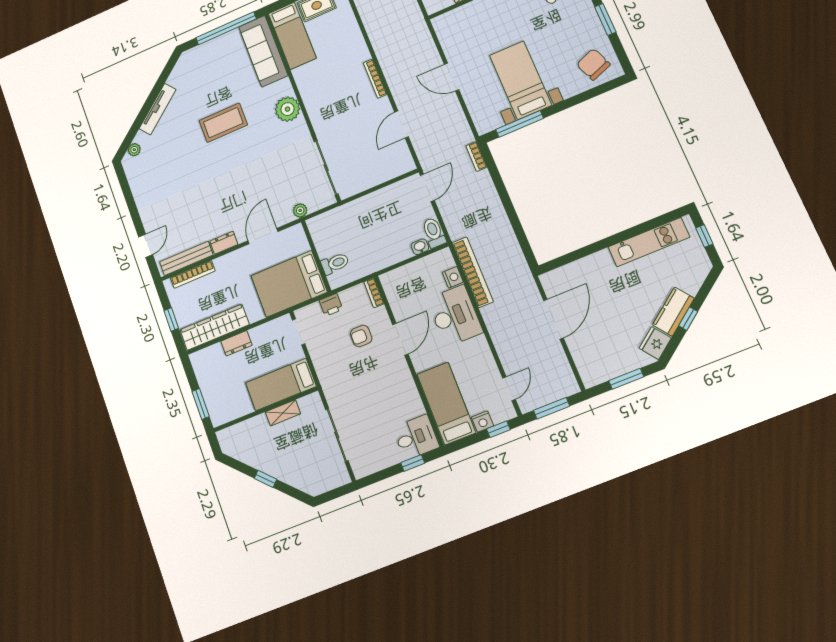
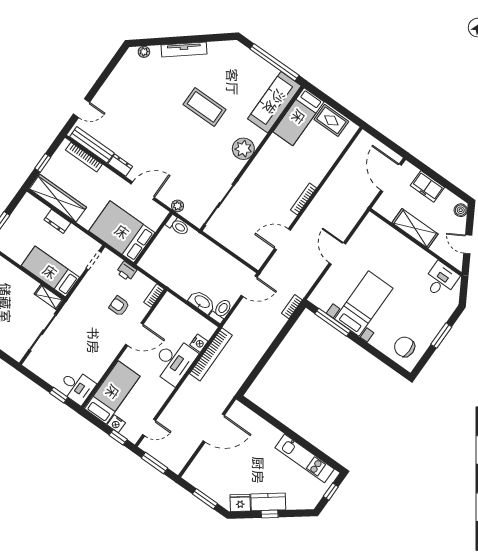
chair: (593, 64) -> (405, 347), turned -69
washbasin: (420, 247) -> (202, 302), width x1.91, depth x1.45
toilet: (335, 263) -> (178, 226), moved
shelving: (283, 413) -> (49, 297), moved

